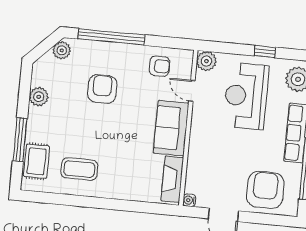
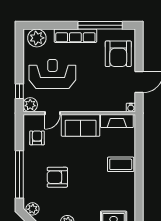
window: (265, 52) -> (19, 91), moved
reception desk: (246, 96) -> (52, 74), turned 180
coffee table: (79, 169) -> (121, 164), moved, turned 90
armchair: (265, 190) -> (118, 54), turned -90

